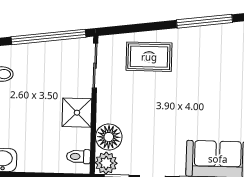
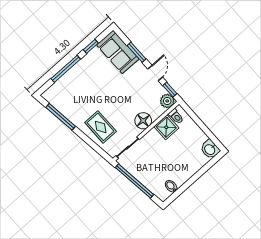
shower: (77, 113) -> (166, 127), moved
floor lamp: (109, 137) -> (143, 121), moved

